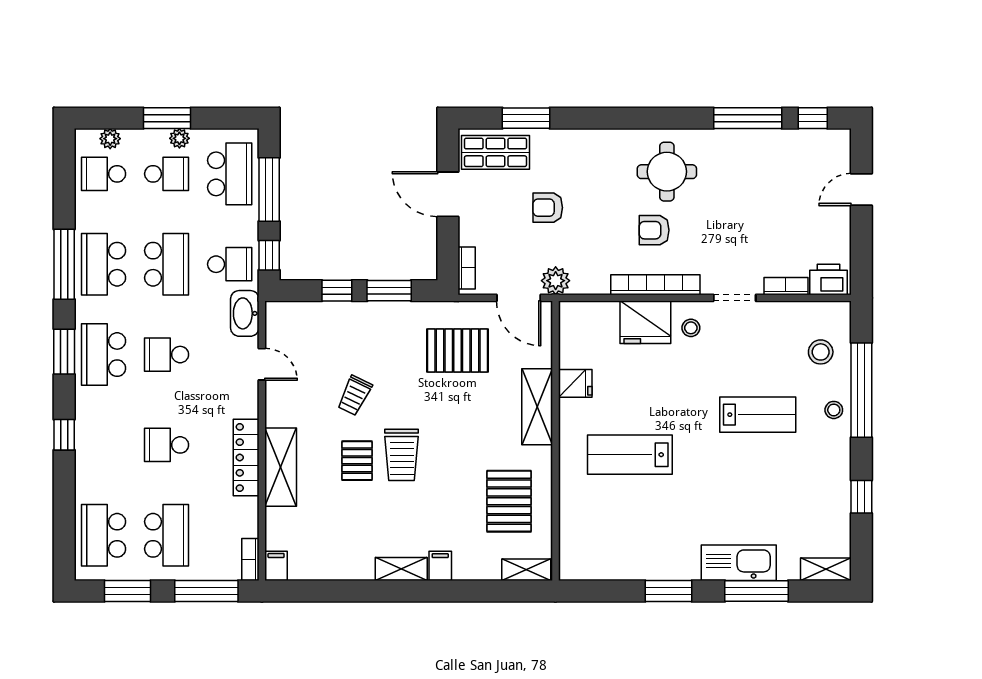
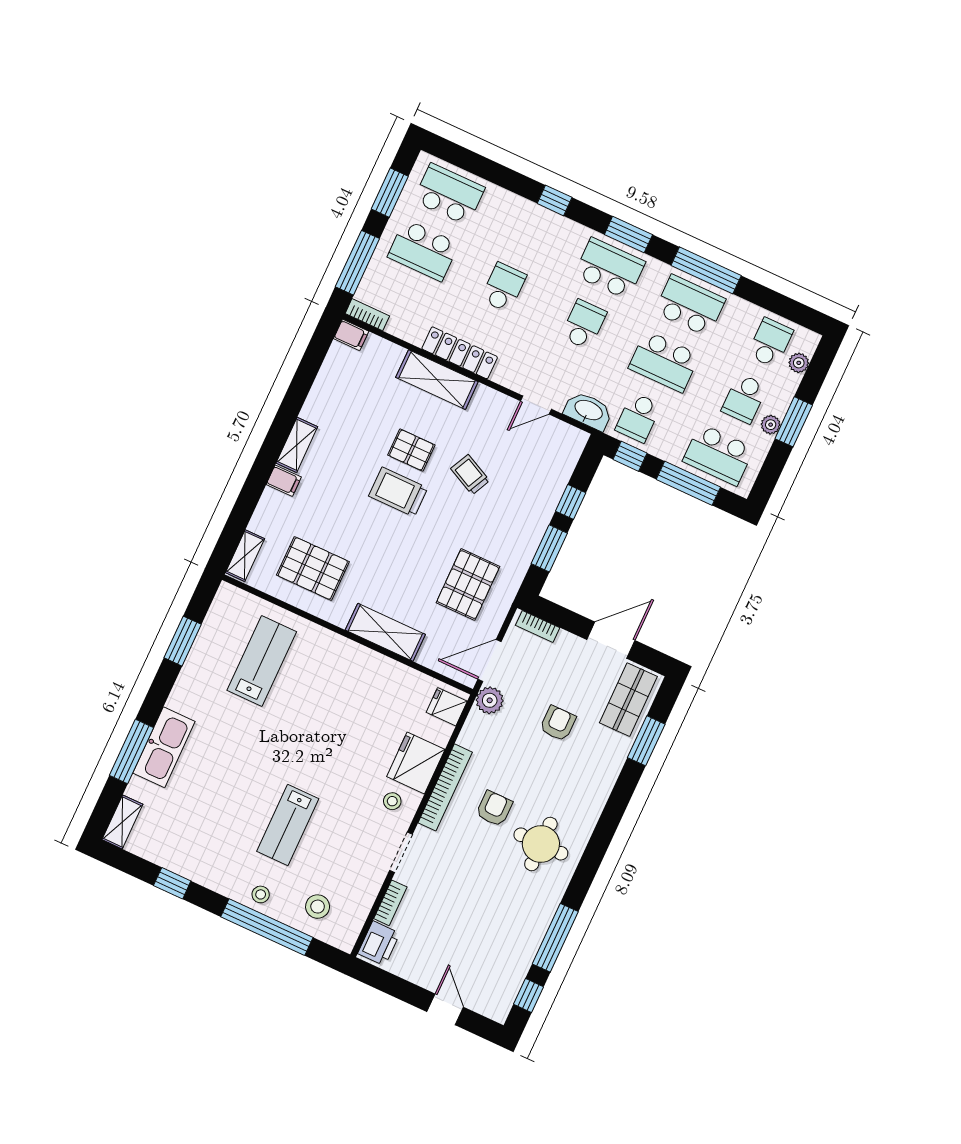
fridge: (575, 383) -> (447, 707), moved, turned 90
lab bench: (630, 455) -> (262, 661), moved
window: (669, 591) -> (183, 641), moved

